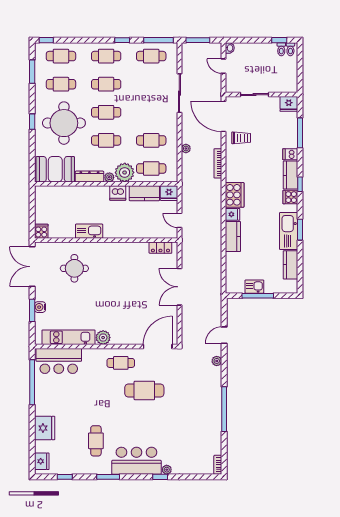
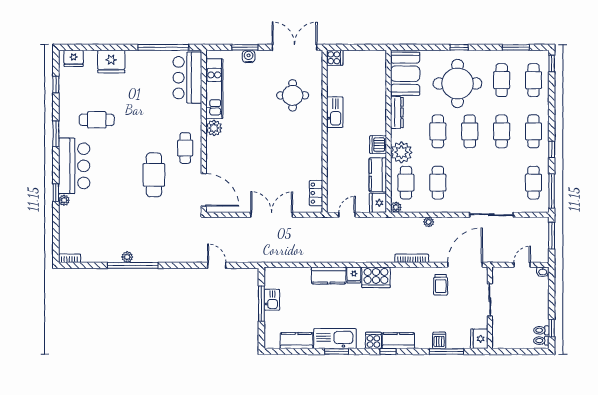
dishwasher: (290, 154) -> (439, 340), moved
plant: (109, 177) -> (396, 207), moved
plant: (217, 361) -> (127, 257), moved

